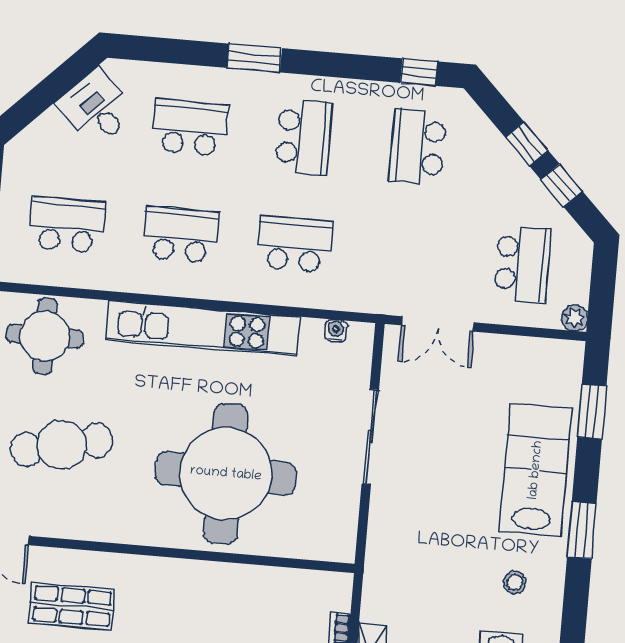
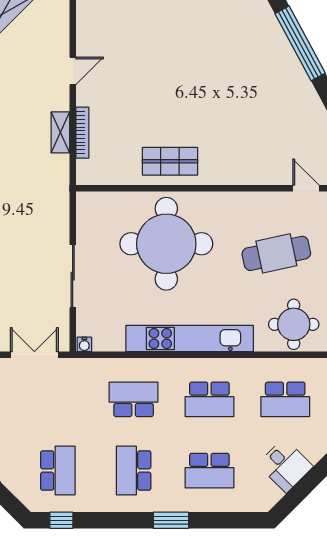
desk: (96, 108) -> (285, 465), moved
school desk: (295, 244) -> (134, 399), turned 180
water cooler: (336, 331) -> (84, 344), moved
shop shelf: (72, 606) -> (170, 161), moved

